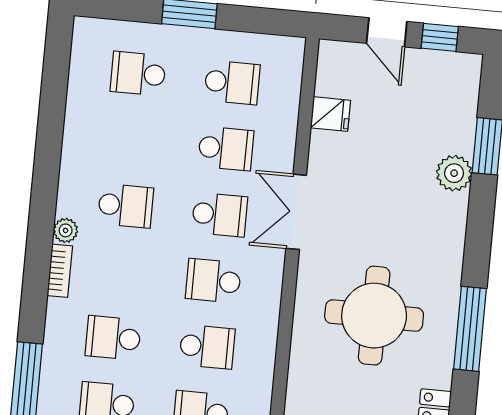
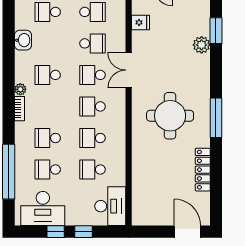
washbasin: (81, 128) -> (23, 40), added
school desk: (126, 206) -> (48, 75), turned 180
school desk: (220, 215) -> (92, 75), turned 180
school desk: (207, 347) -> (92, 138), turned 180

